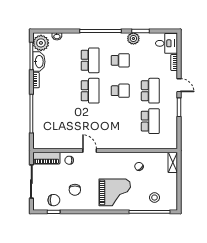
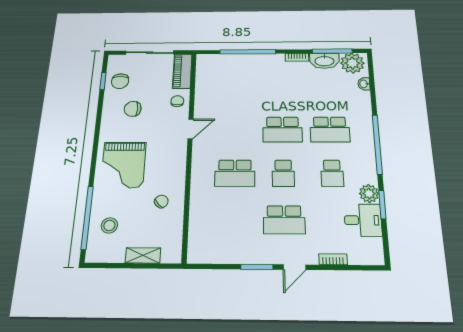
desk: (167, 43) -> (363, 220), moved, turned -90
school desk: (150, 121) -> (235, 173), moved
shelving: (173, 162) -> (143, 255), moved

